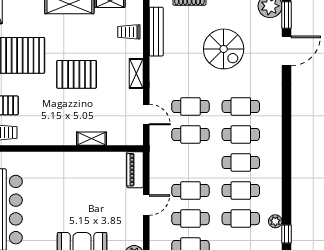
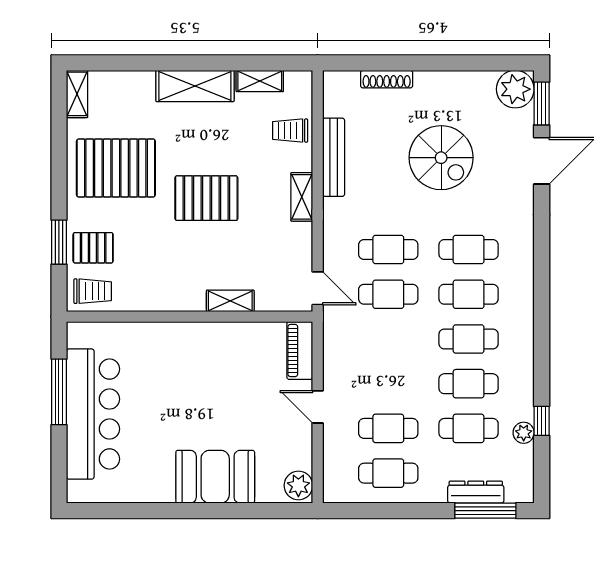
bench: (156, 32) -> (334, 157), moved
door: (146, 115) -> (318, 288), moved
cafe table: (190, 191) -> (388, 384), removed
door: (146, 205) -> (318, 407), swing flipped
window: (287, 234) -> (542, 421), moved

